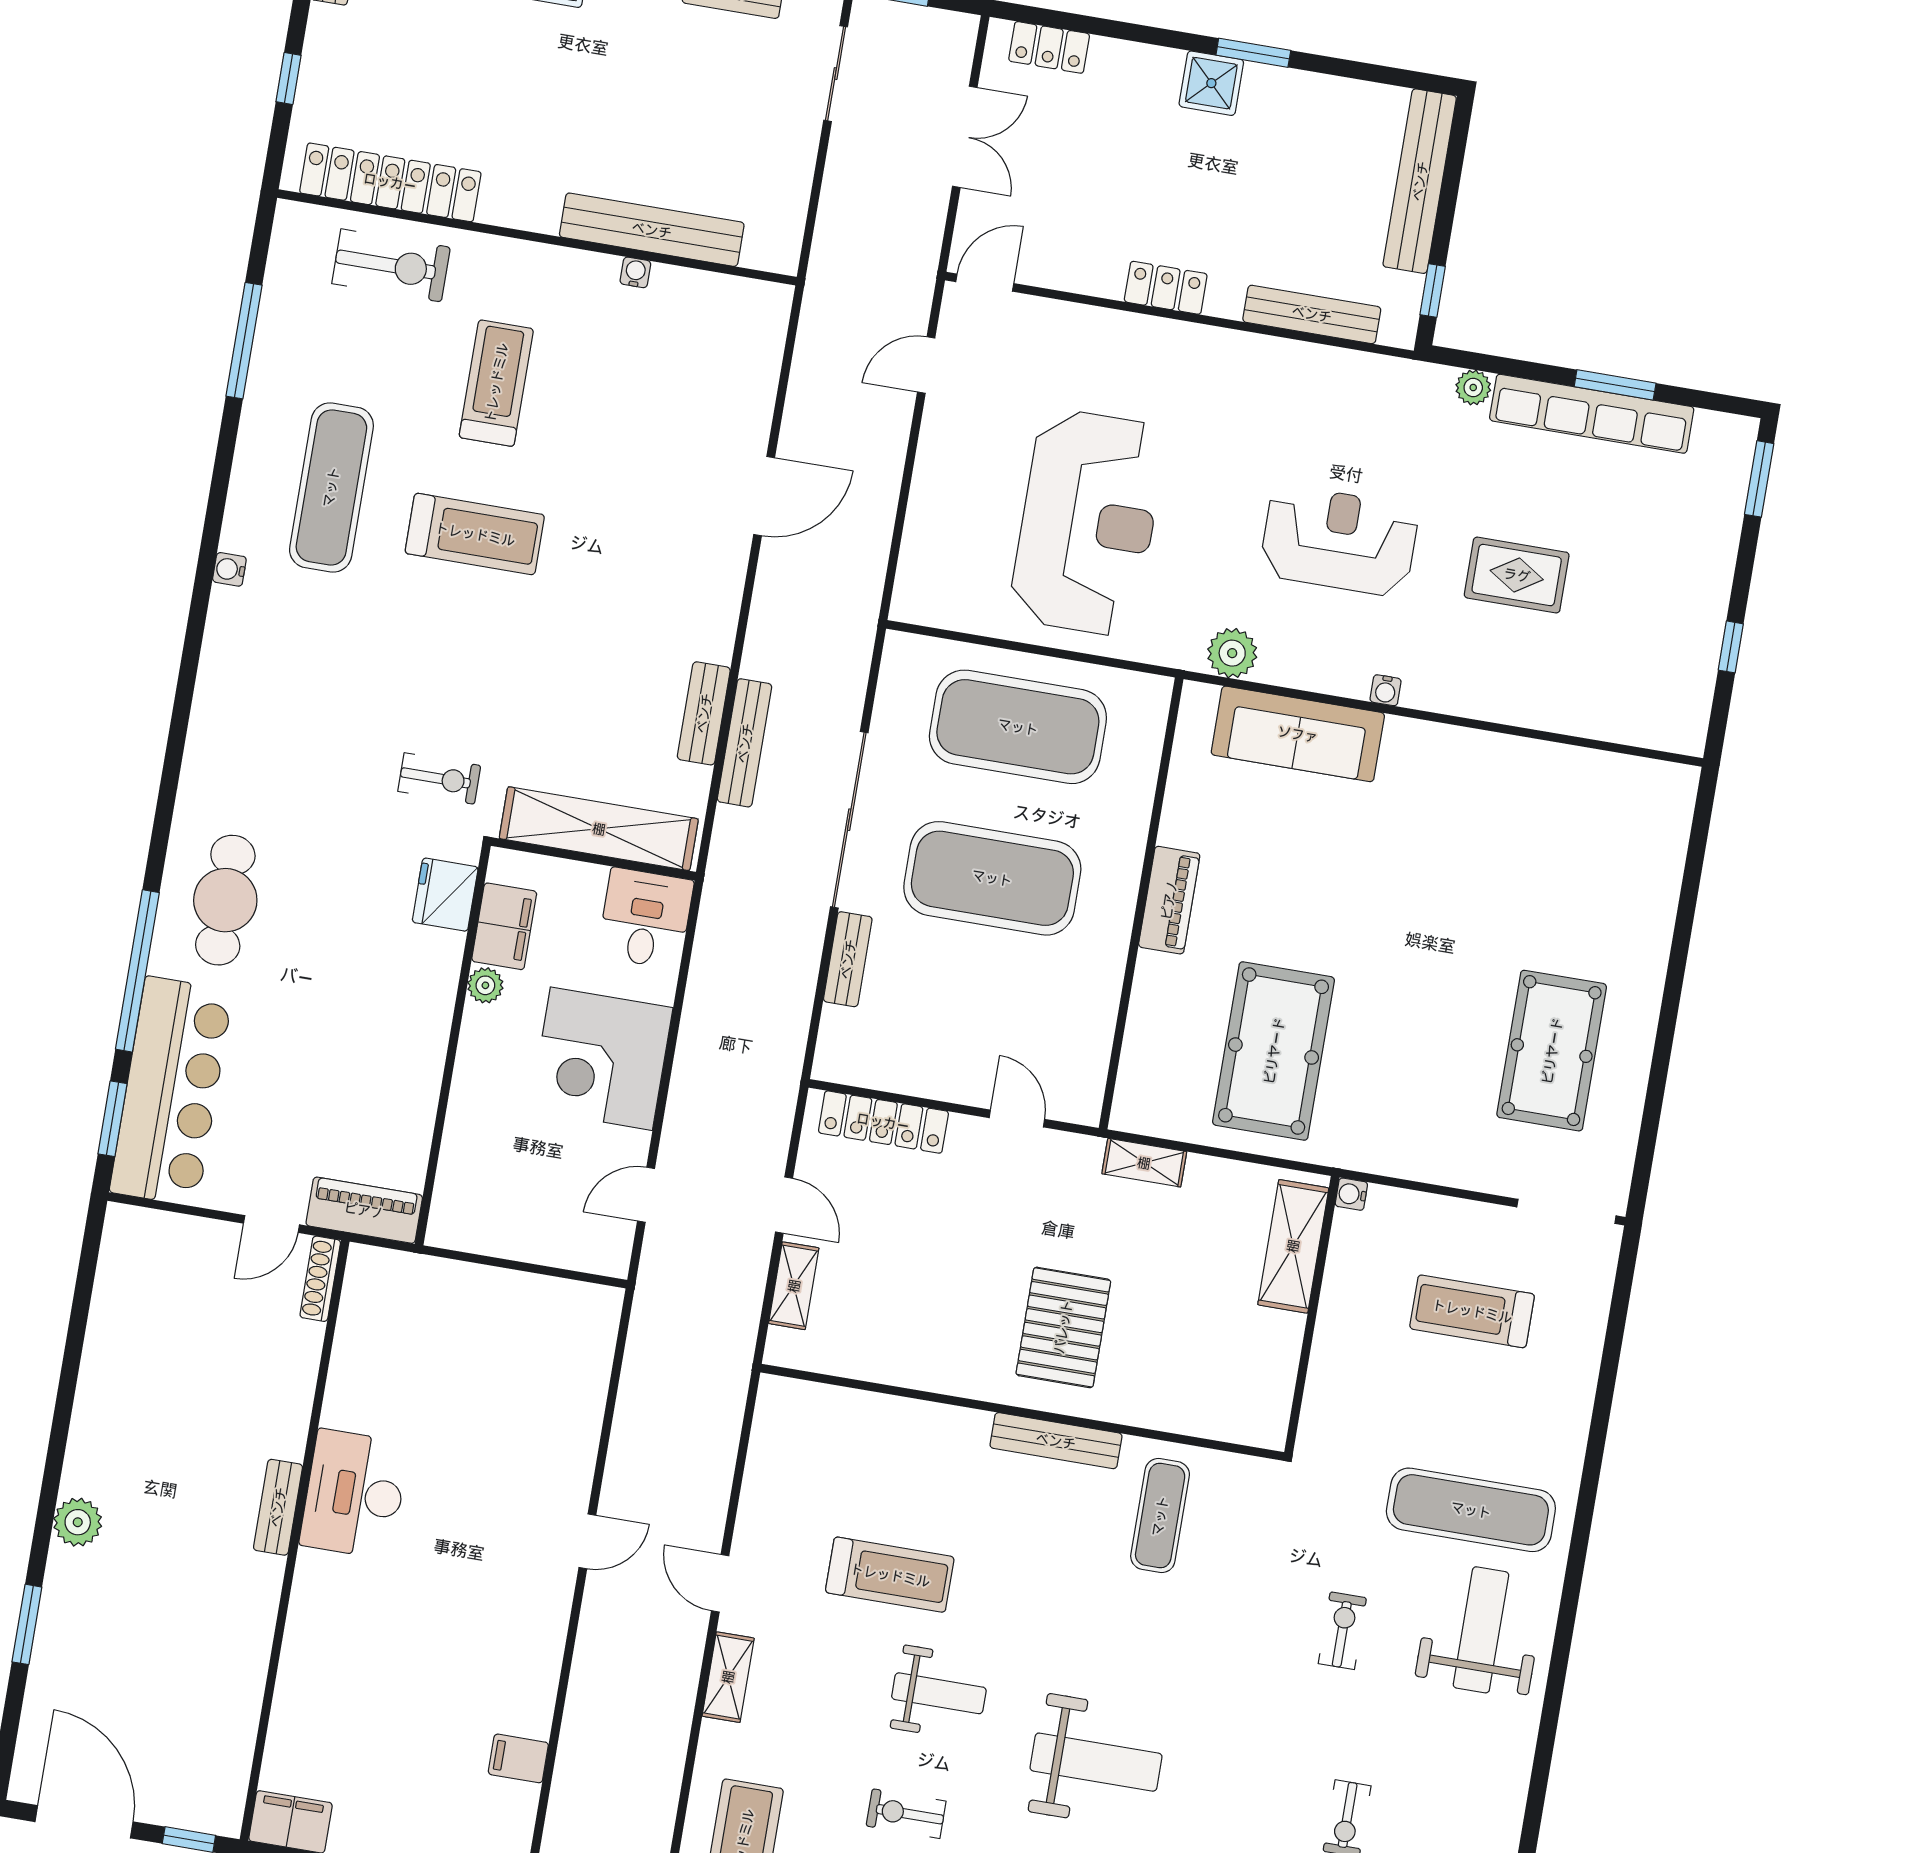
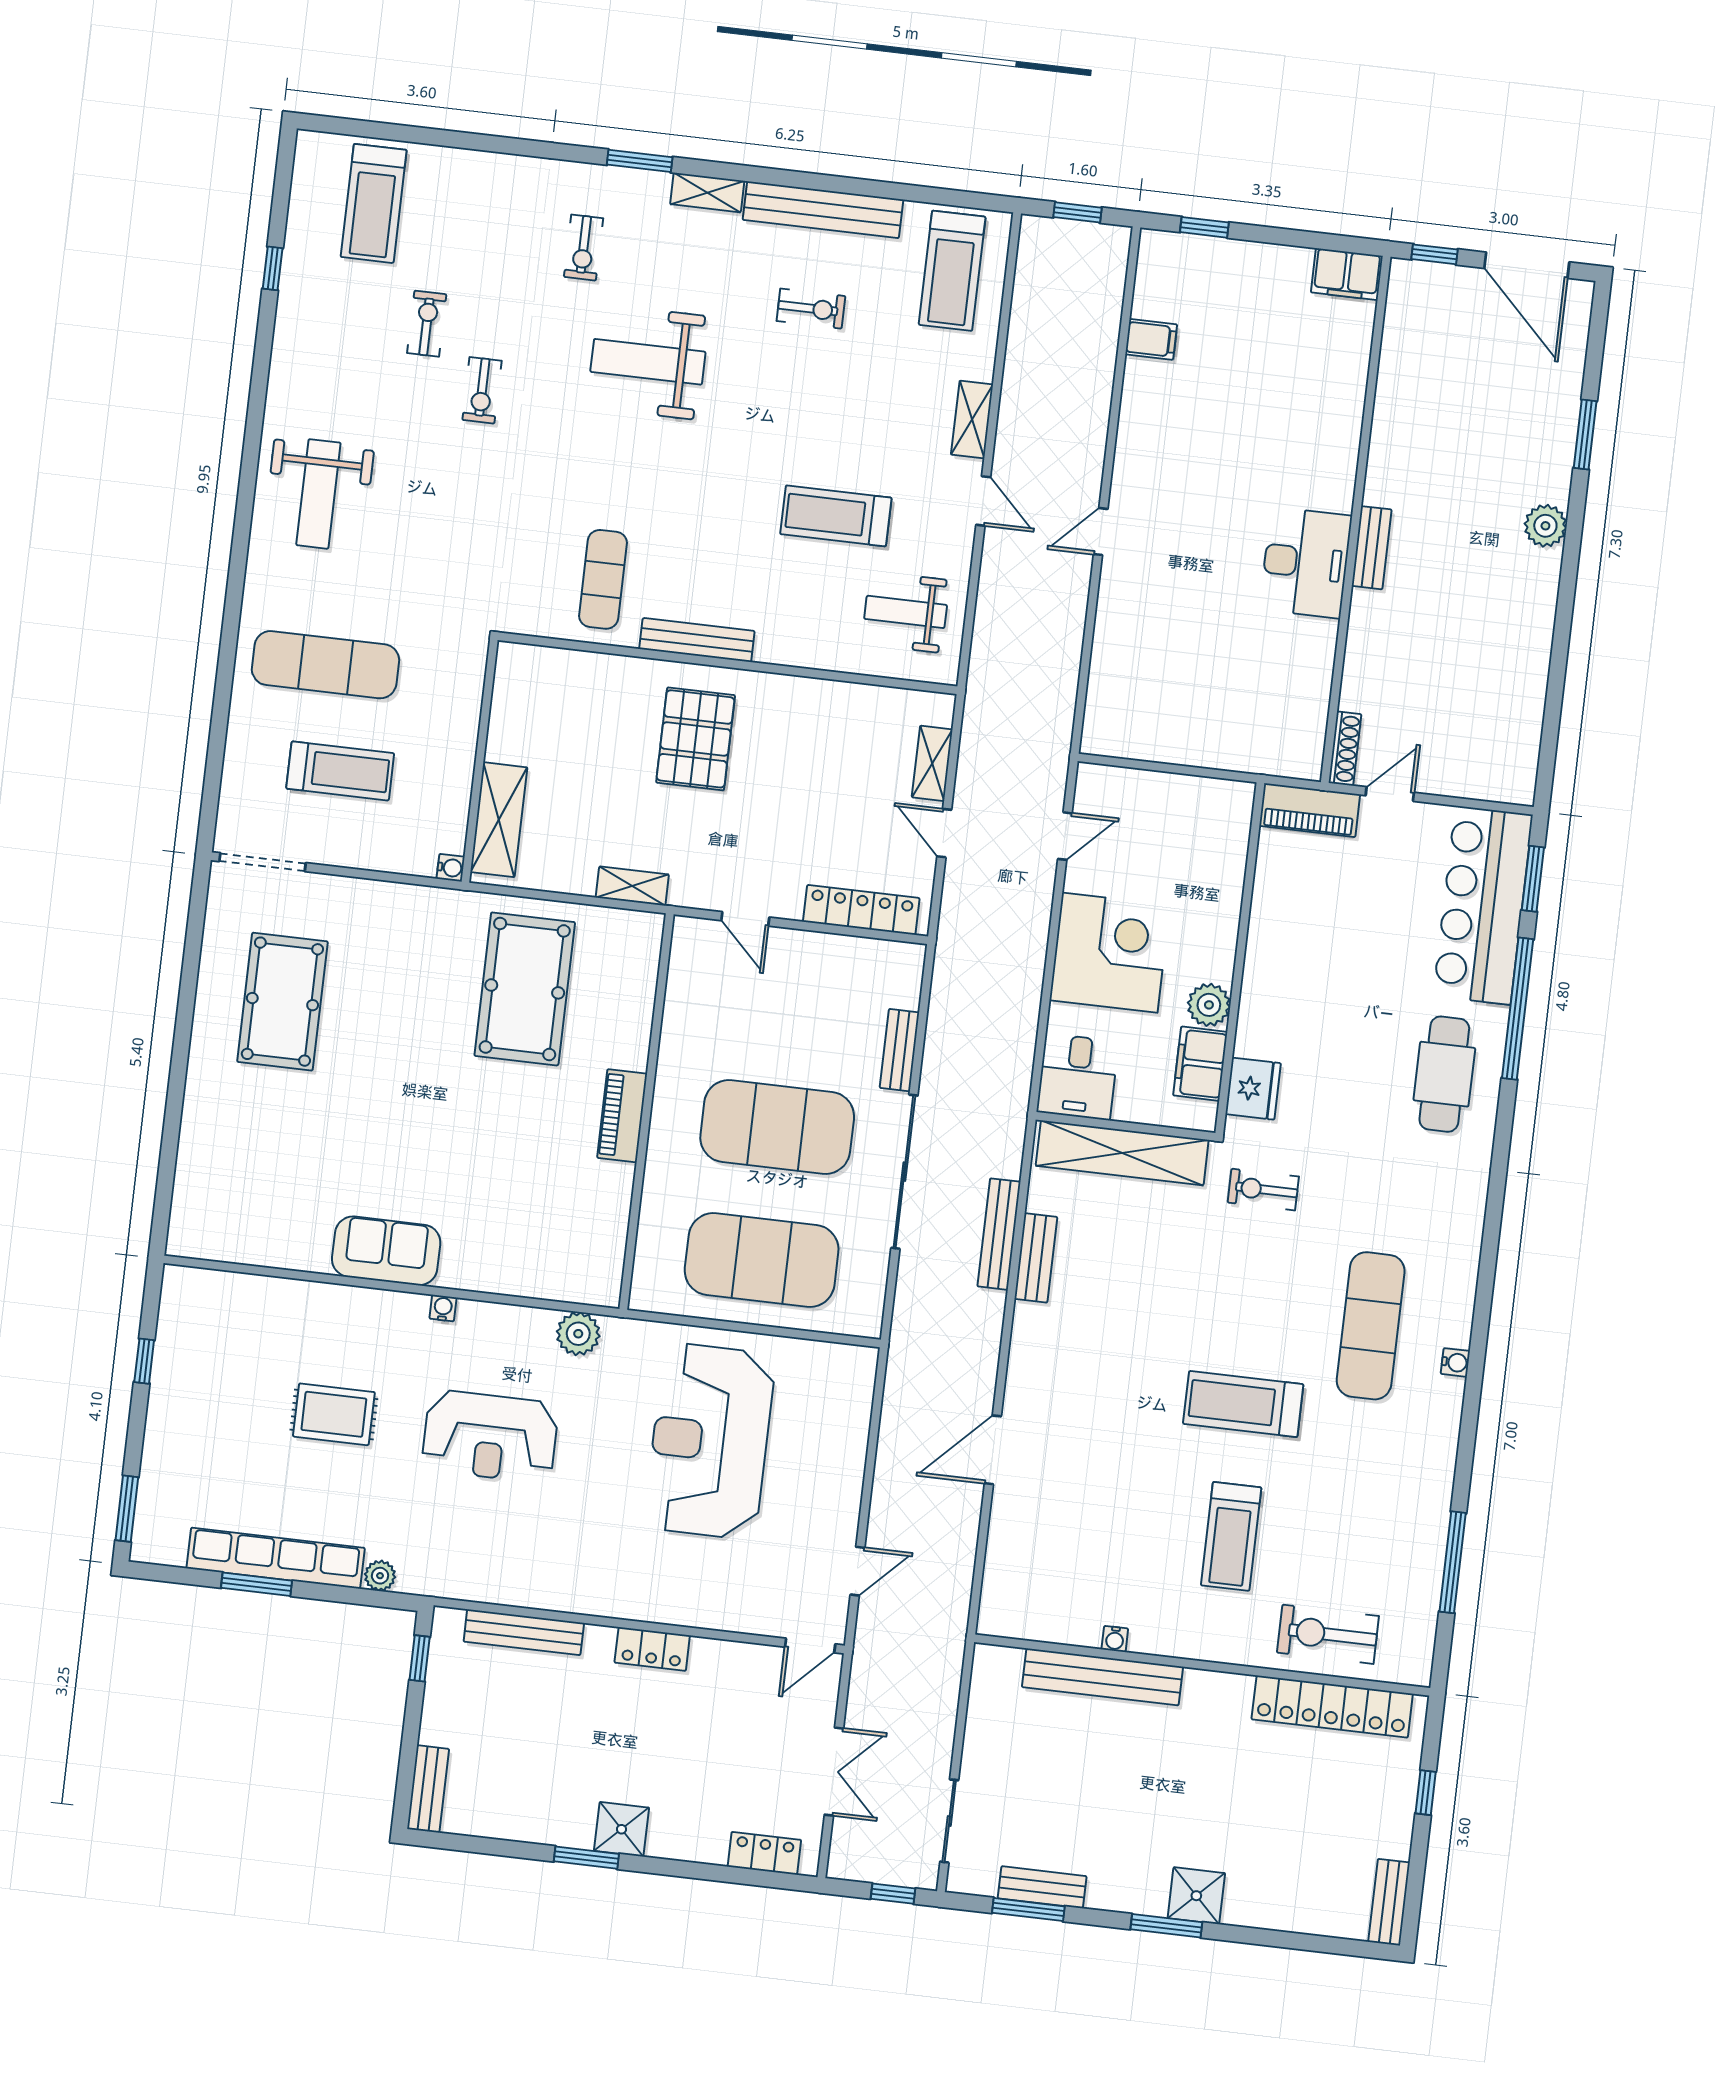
double door: (965, 137) -> (834, 1772), swing flipped
bench: (1420, 181) -> (428, 1789), width x0.54, depth x0.82
exercise mat: (331, 487) -> (1371, 1326), moved
sofa: (1298, 734) -> (386, 1251), moved, width x0.73
plant: (485, 985) -> (1209, 1005), width x1.38, depth x1.38
exercise mat: (1471, 1510) -> (325, 665), moved
exercise bike: (1342, 1631) -> (482, 390), moved
weight bench: (939, 1693) -> (906, 612), moved

